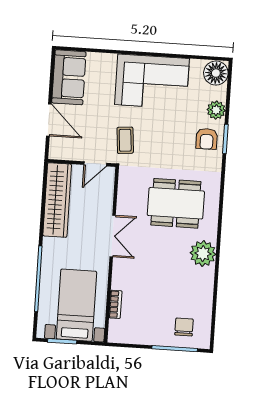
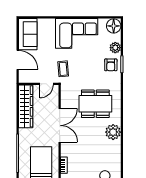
double door: (113, 236) -> (60, 125), width x1.37

